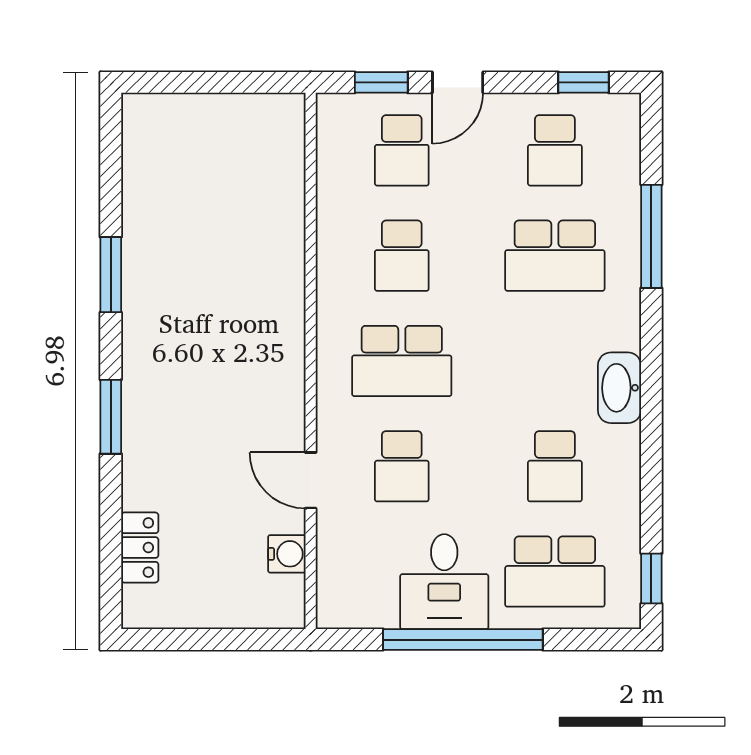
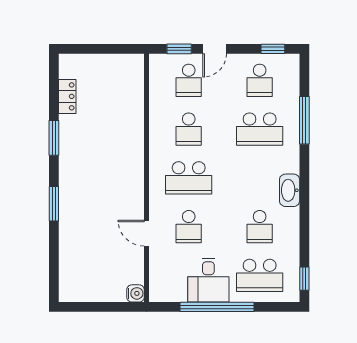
locker: (140, 548) -> (67, 96), moved
water cooler: (287, 554) -> (135, 293), moved

